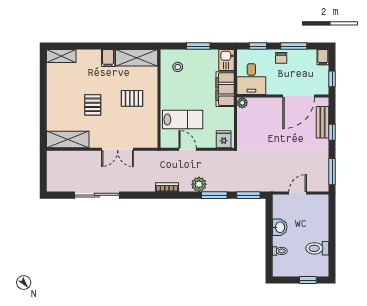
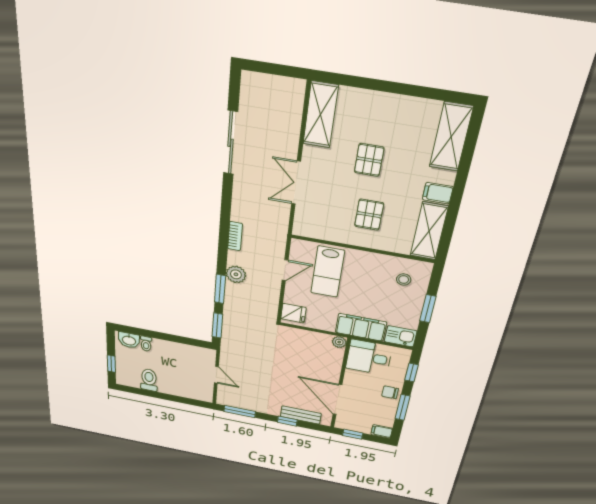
shelving: (61, 56) -> (451, 137), width x1.50, depth x1.33
pallet: (93, 105) -> (369, 160), turned 90
washbasin: (280, 227) -> (129, 340), moved

